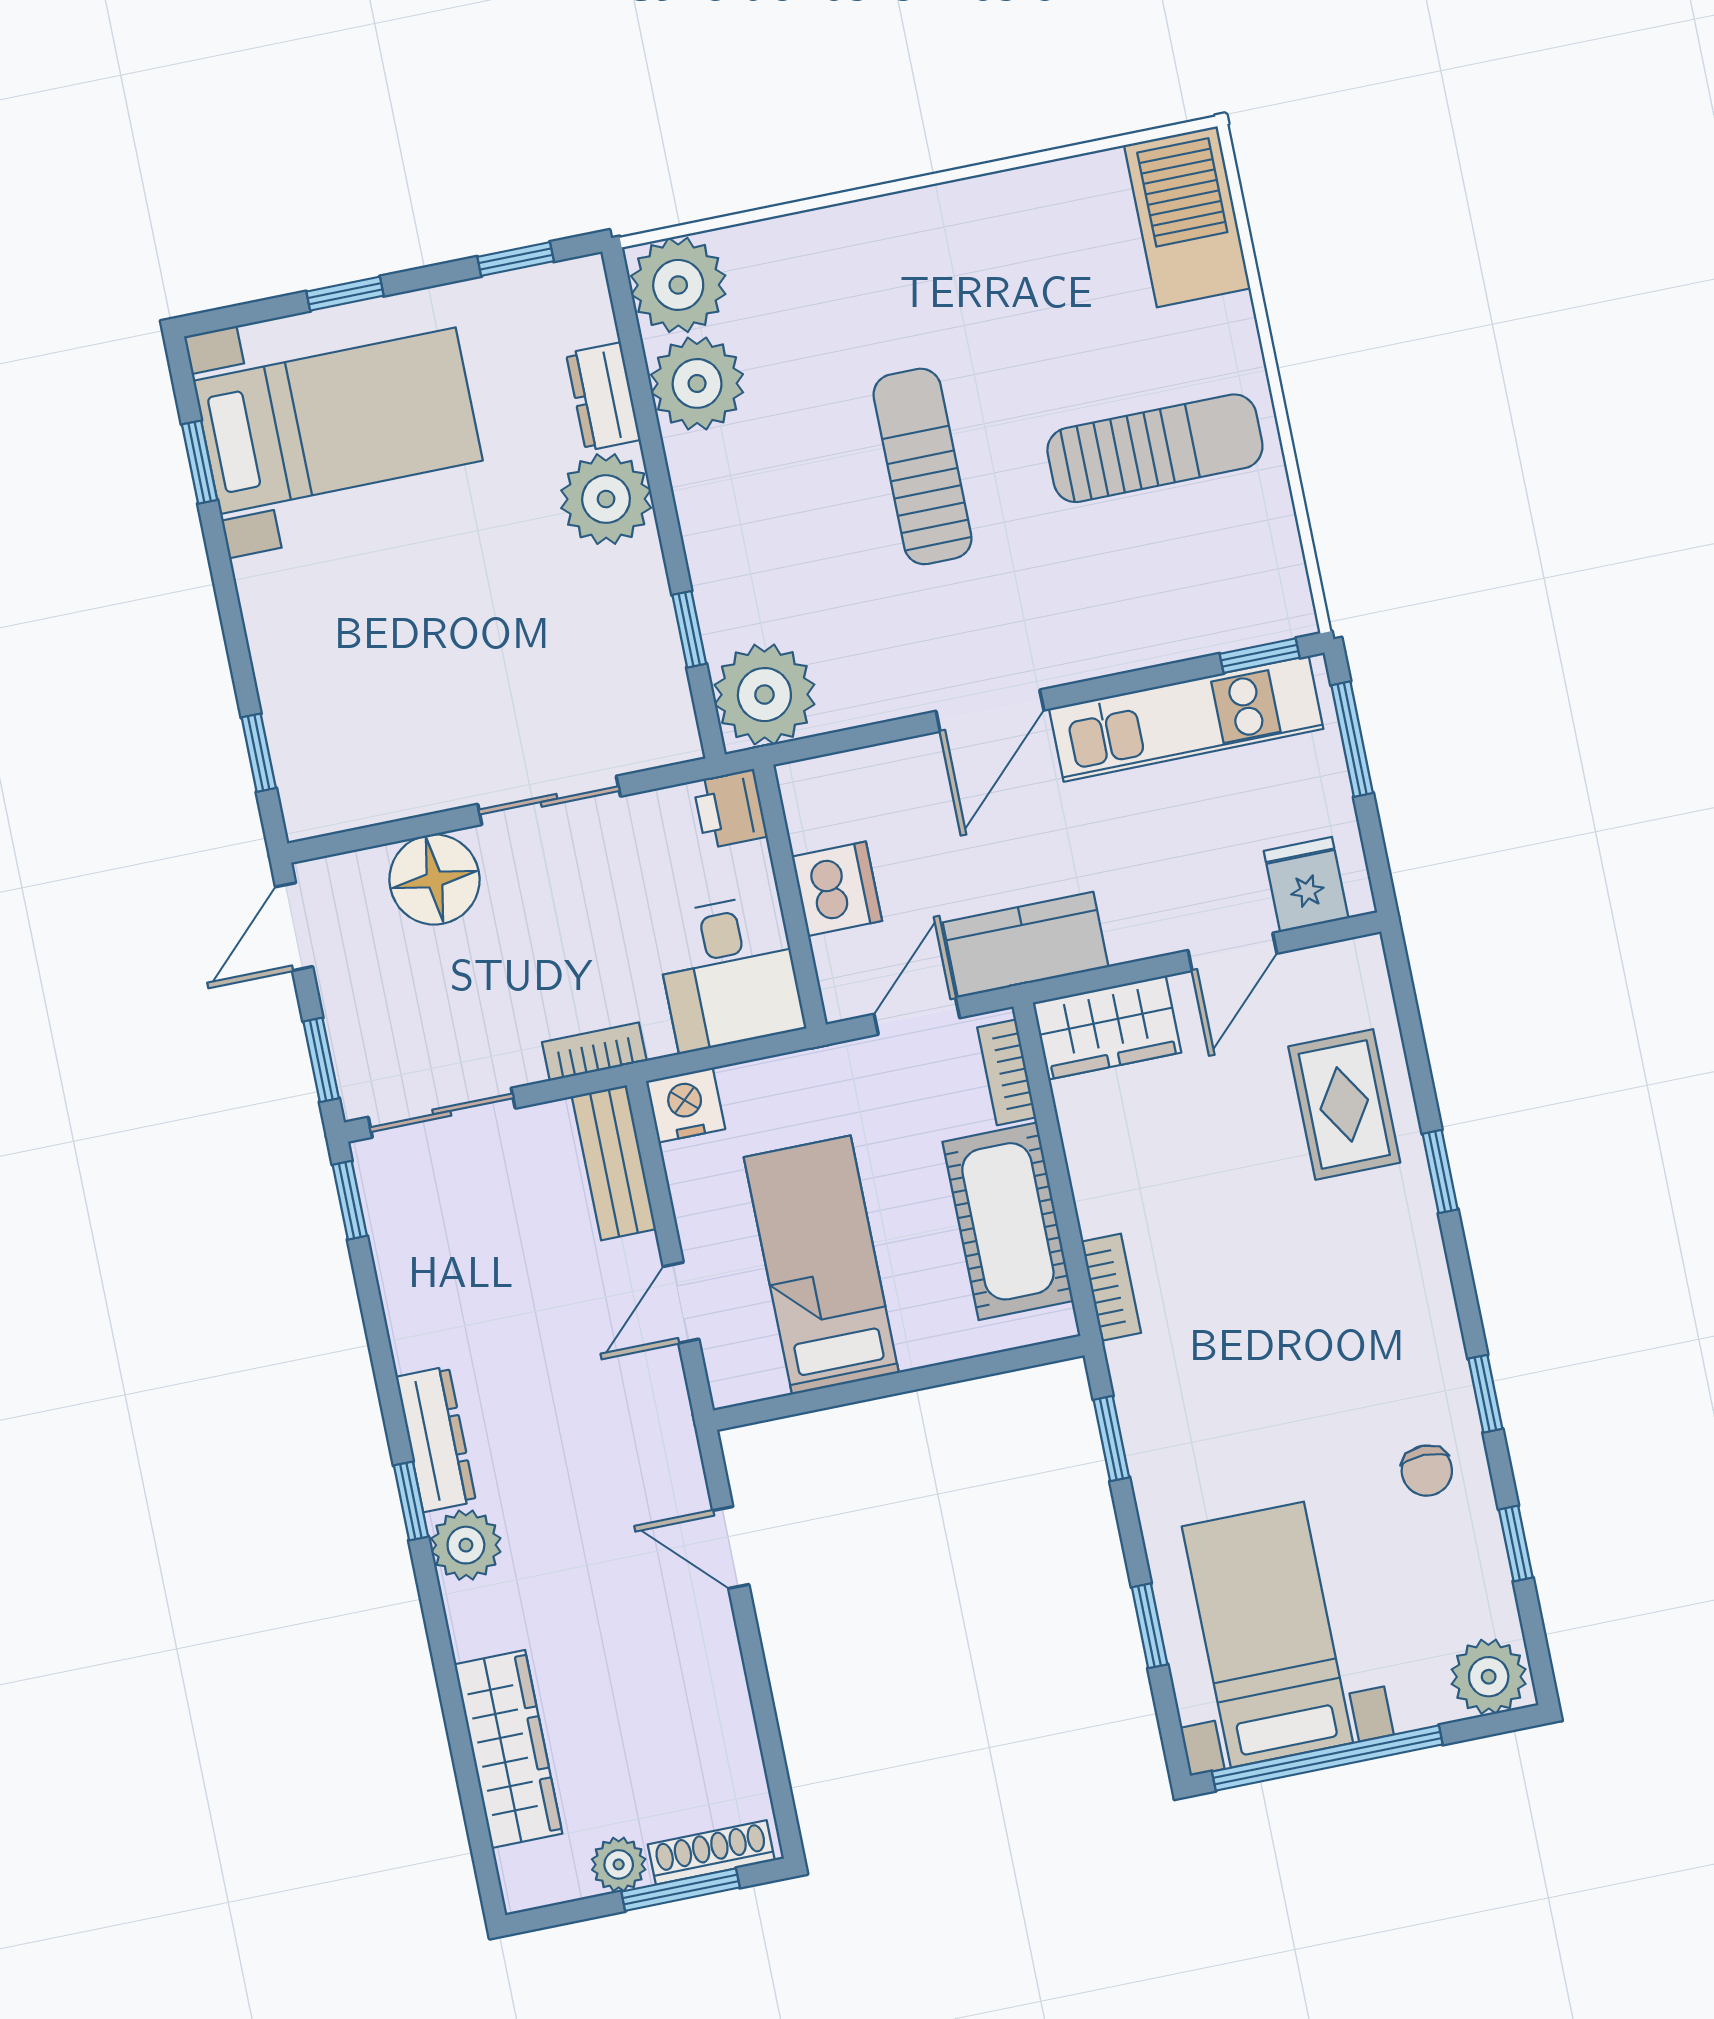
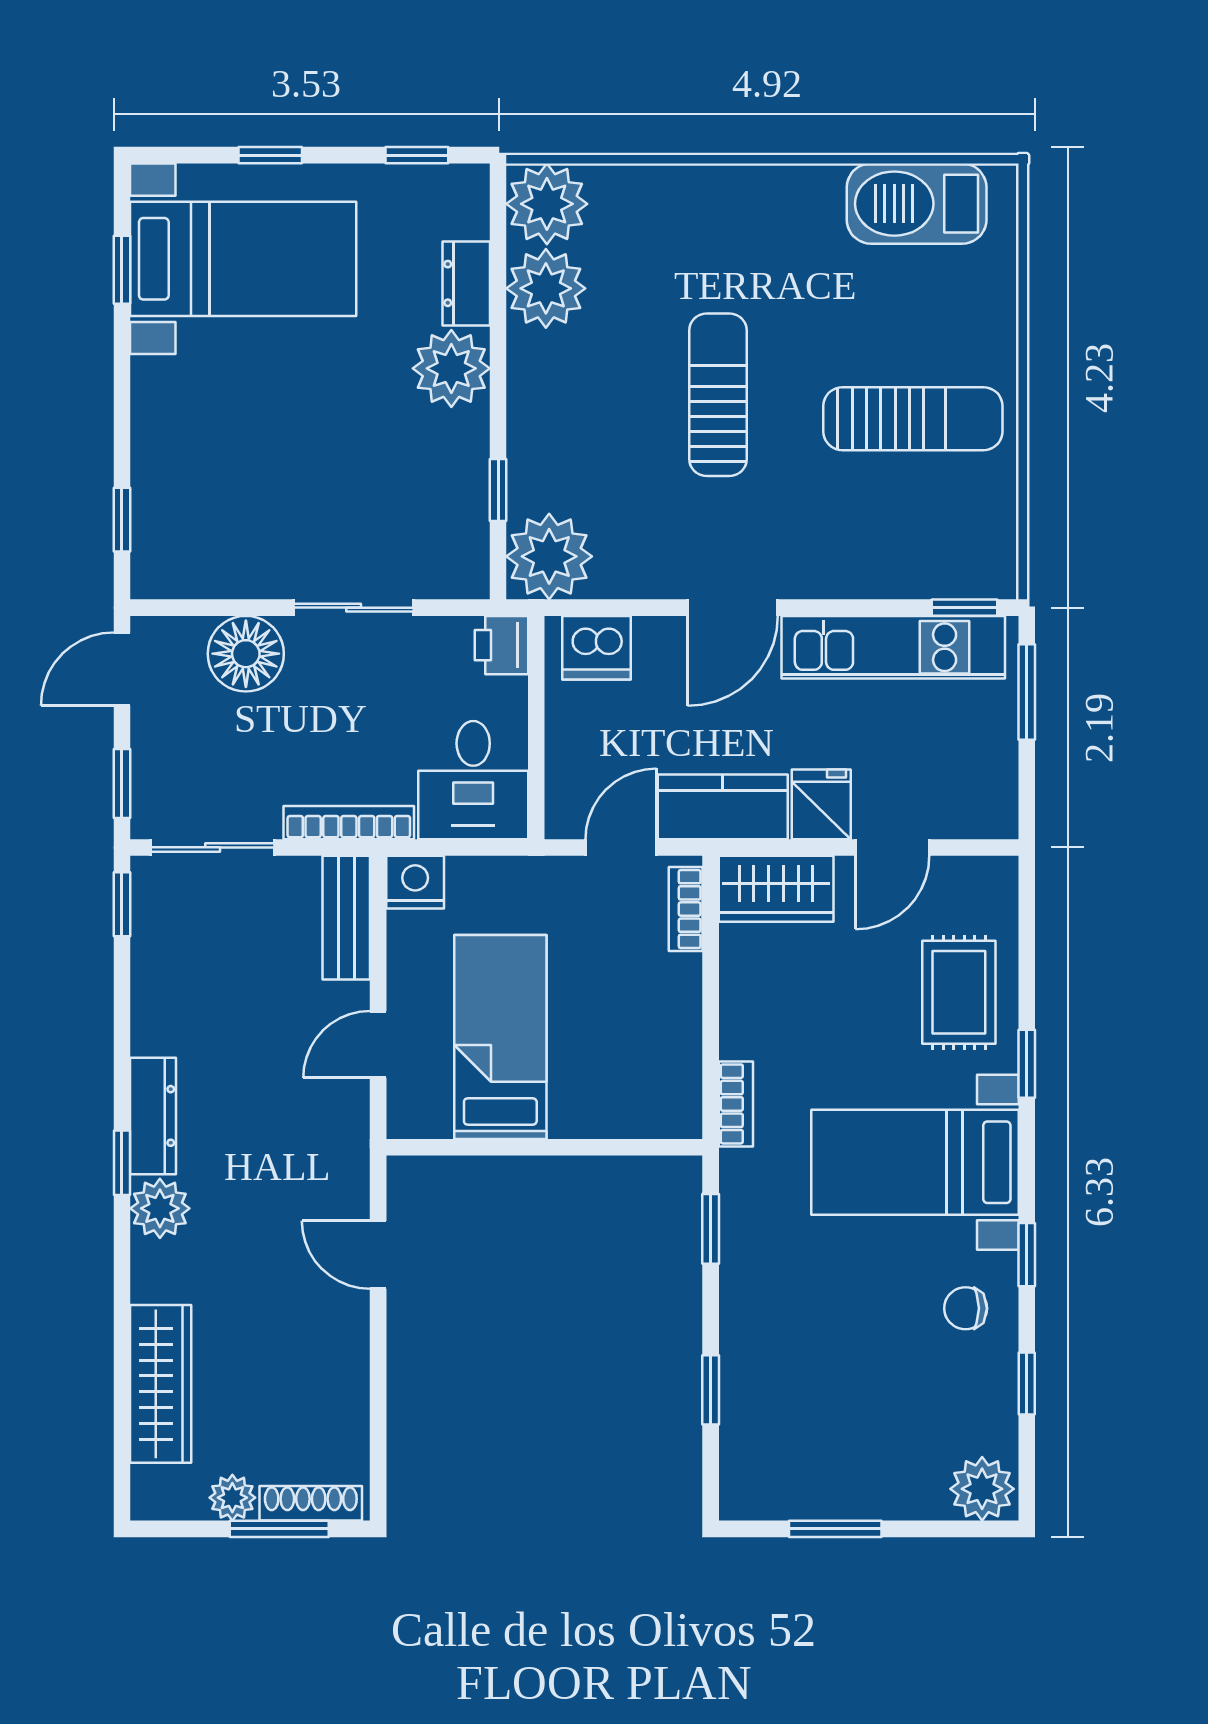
barbecue: (1187, 217) -> (917, 204), moved, turned -90
fridge: (1306, 885) -> (821, 804), moved
dishwasher: (837, 889) -> (596, 648), moved, turned 90
bookcase: (594, 1052) -> (349, 823), width x1.56
cot: (1008, 1221) -> (662, 1032), removed
chair: (1427, 1471) -> (966, 1308), turned 90
bed with nightstands: (1267, 1635) -> (915, 1162), moved, turned -90
window: (1327, 1758) -> (835, 1529), width x0.47

